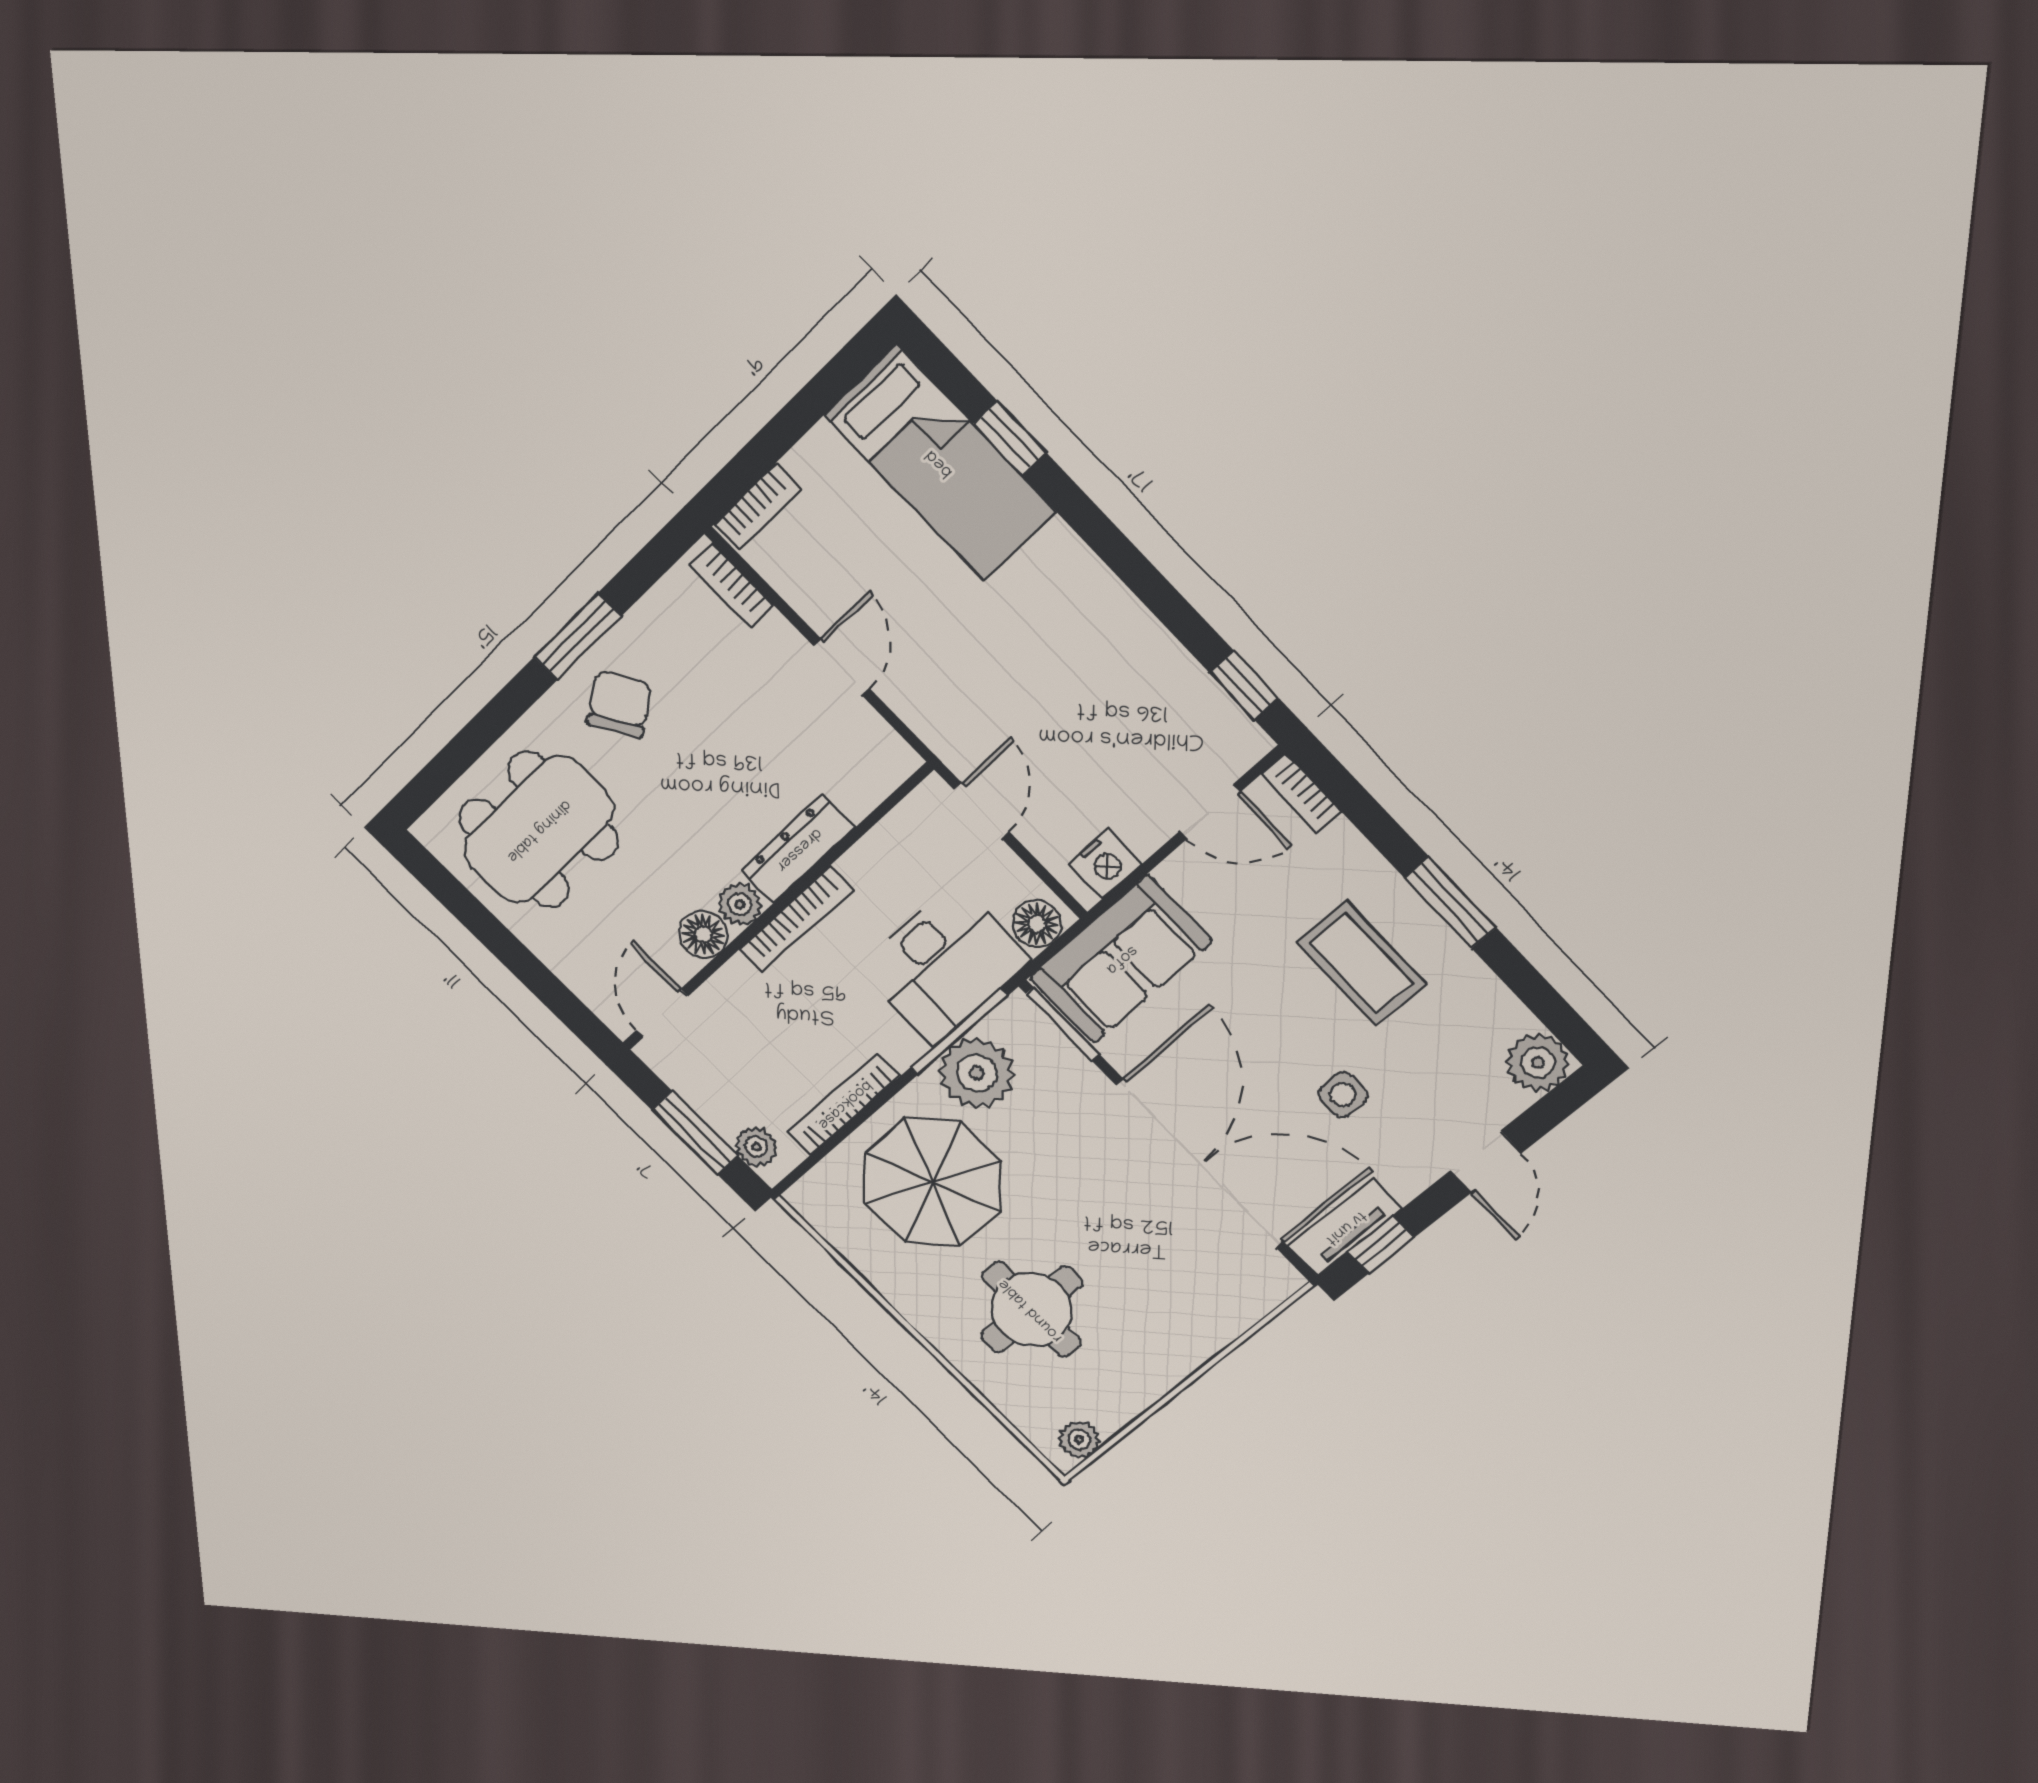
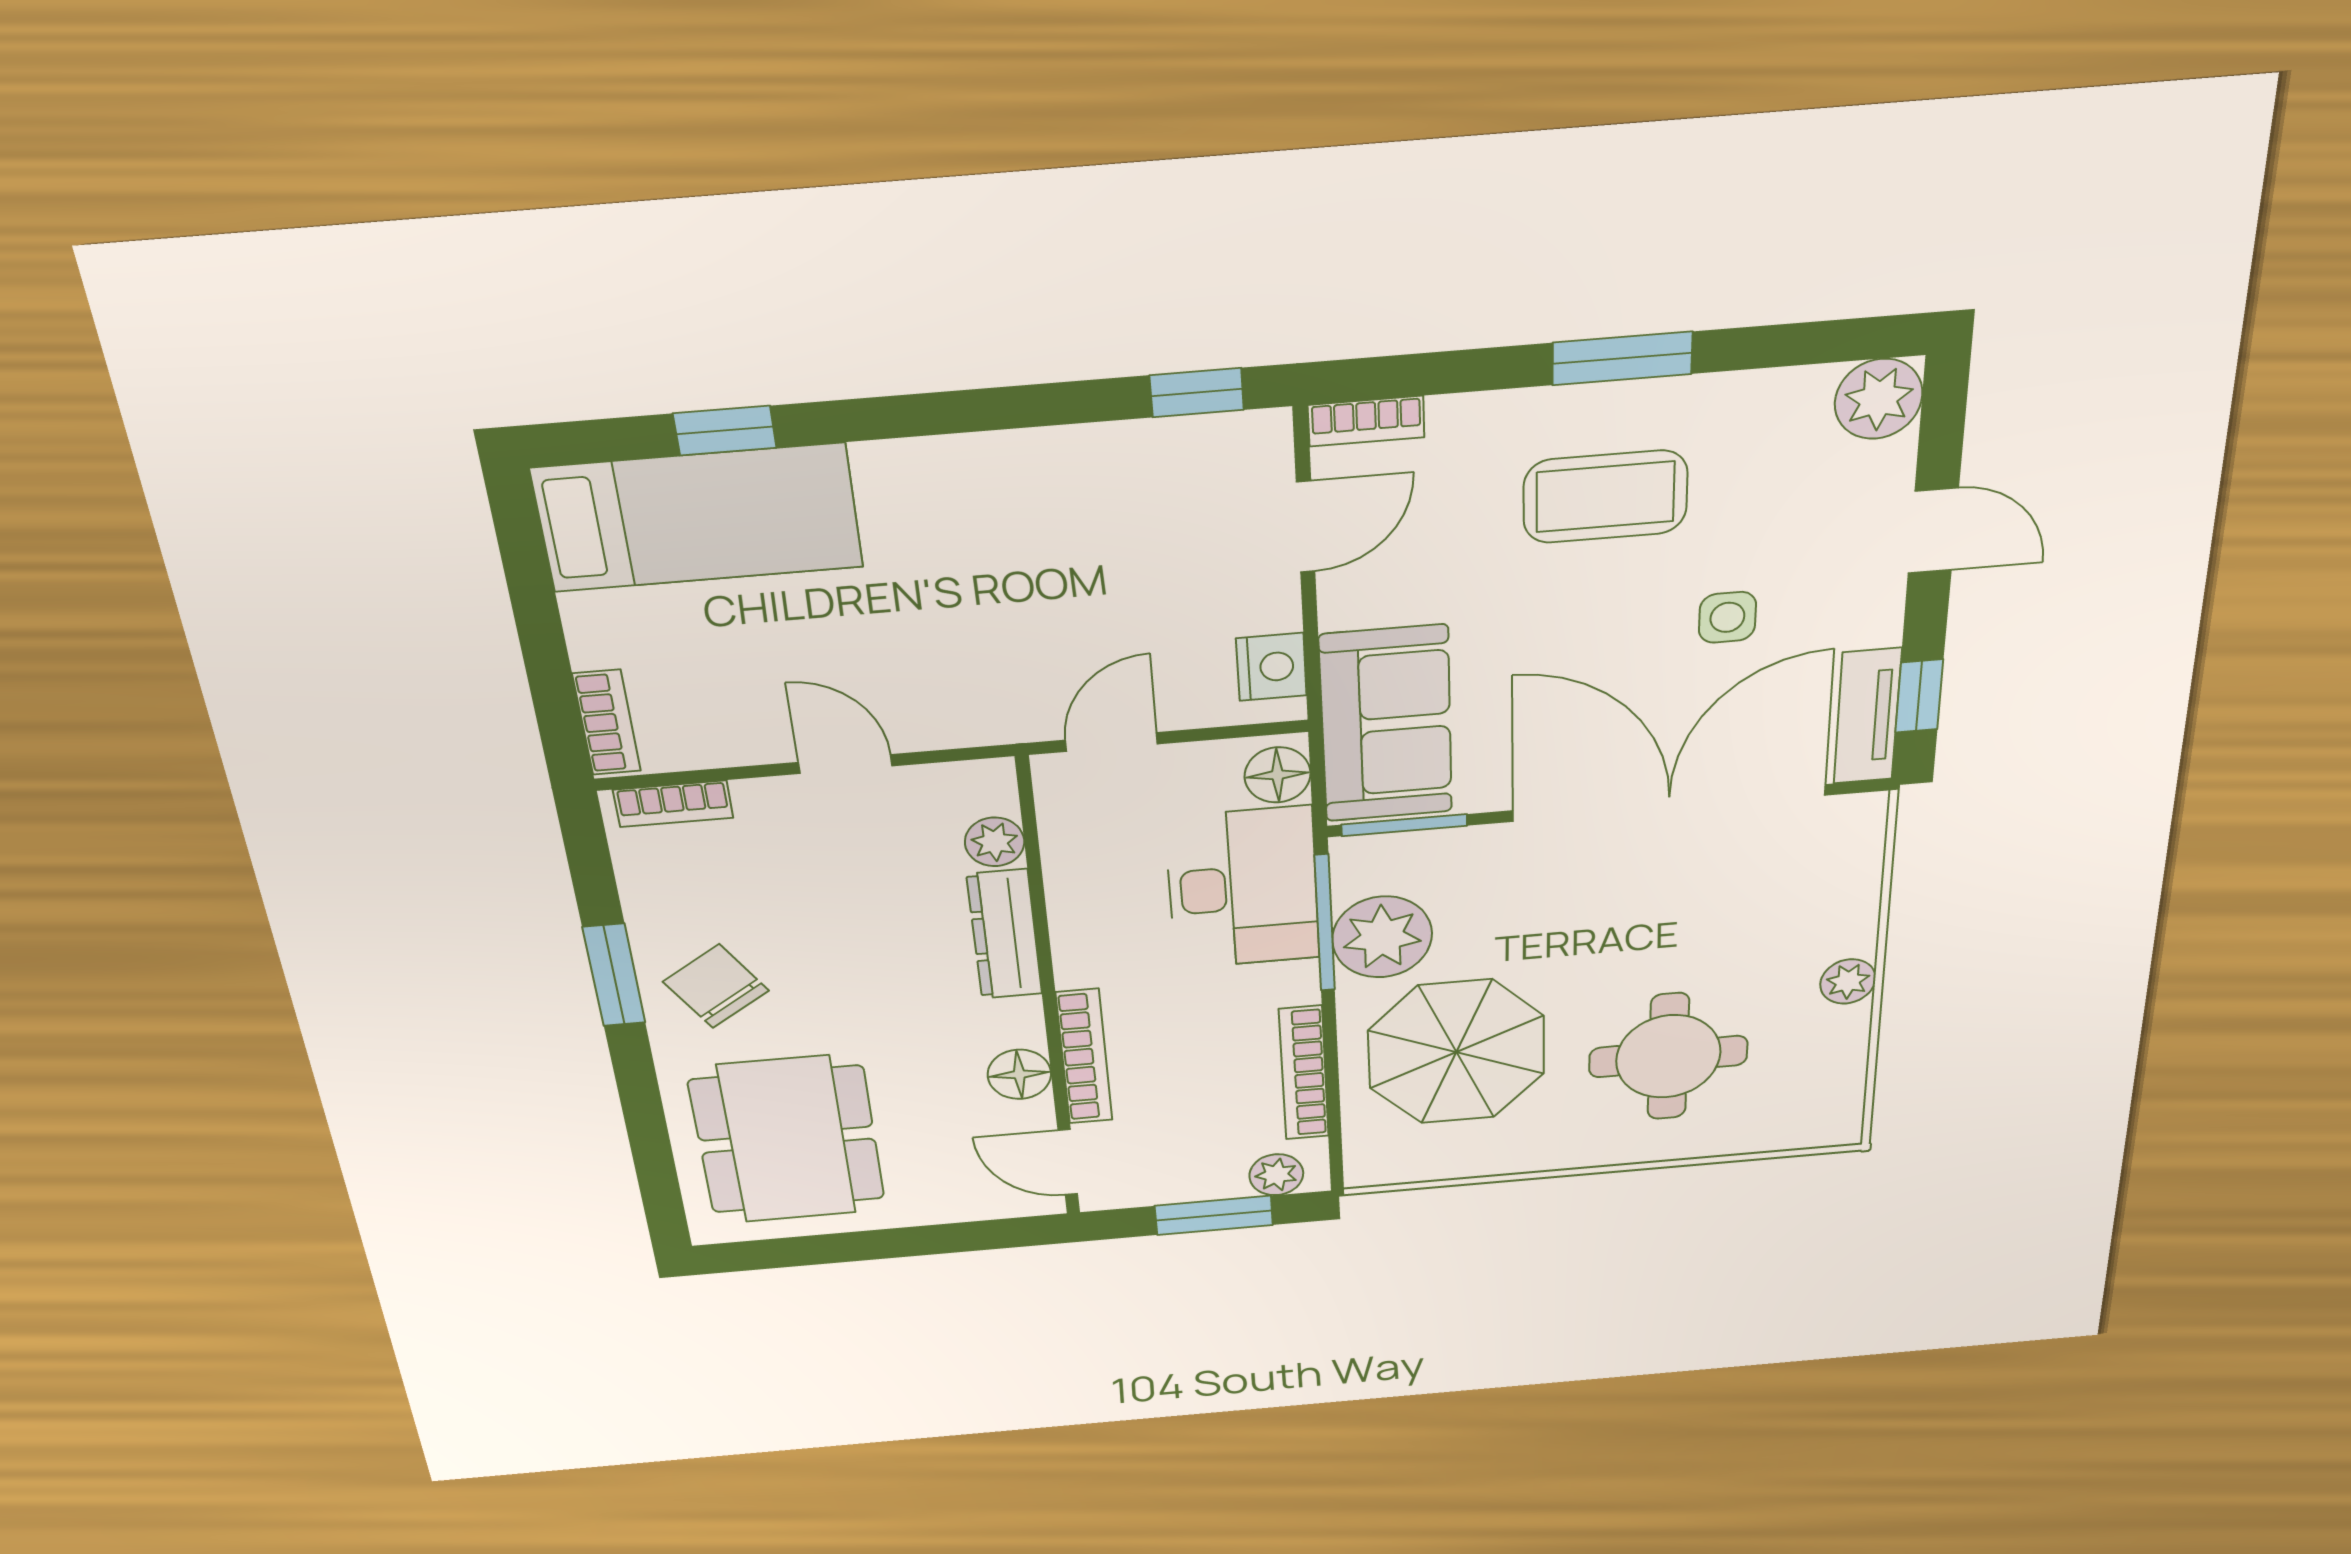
door: (982, 811) -> (1112, 742), hinge flipped
plant: (740, 904) -> (995, 842), moved
bookcase: (796, 920) -> (1084, 1057), moved
plant: (1079, 1440) -> (1848, 981), moved

